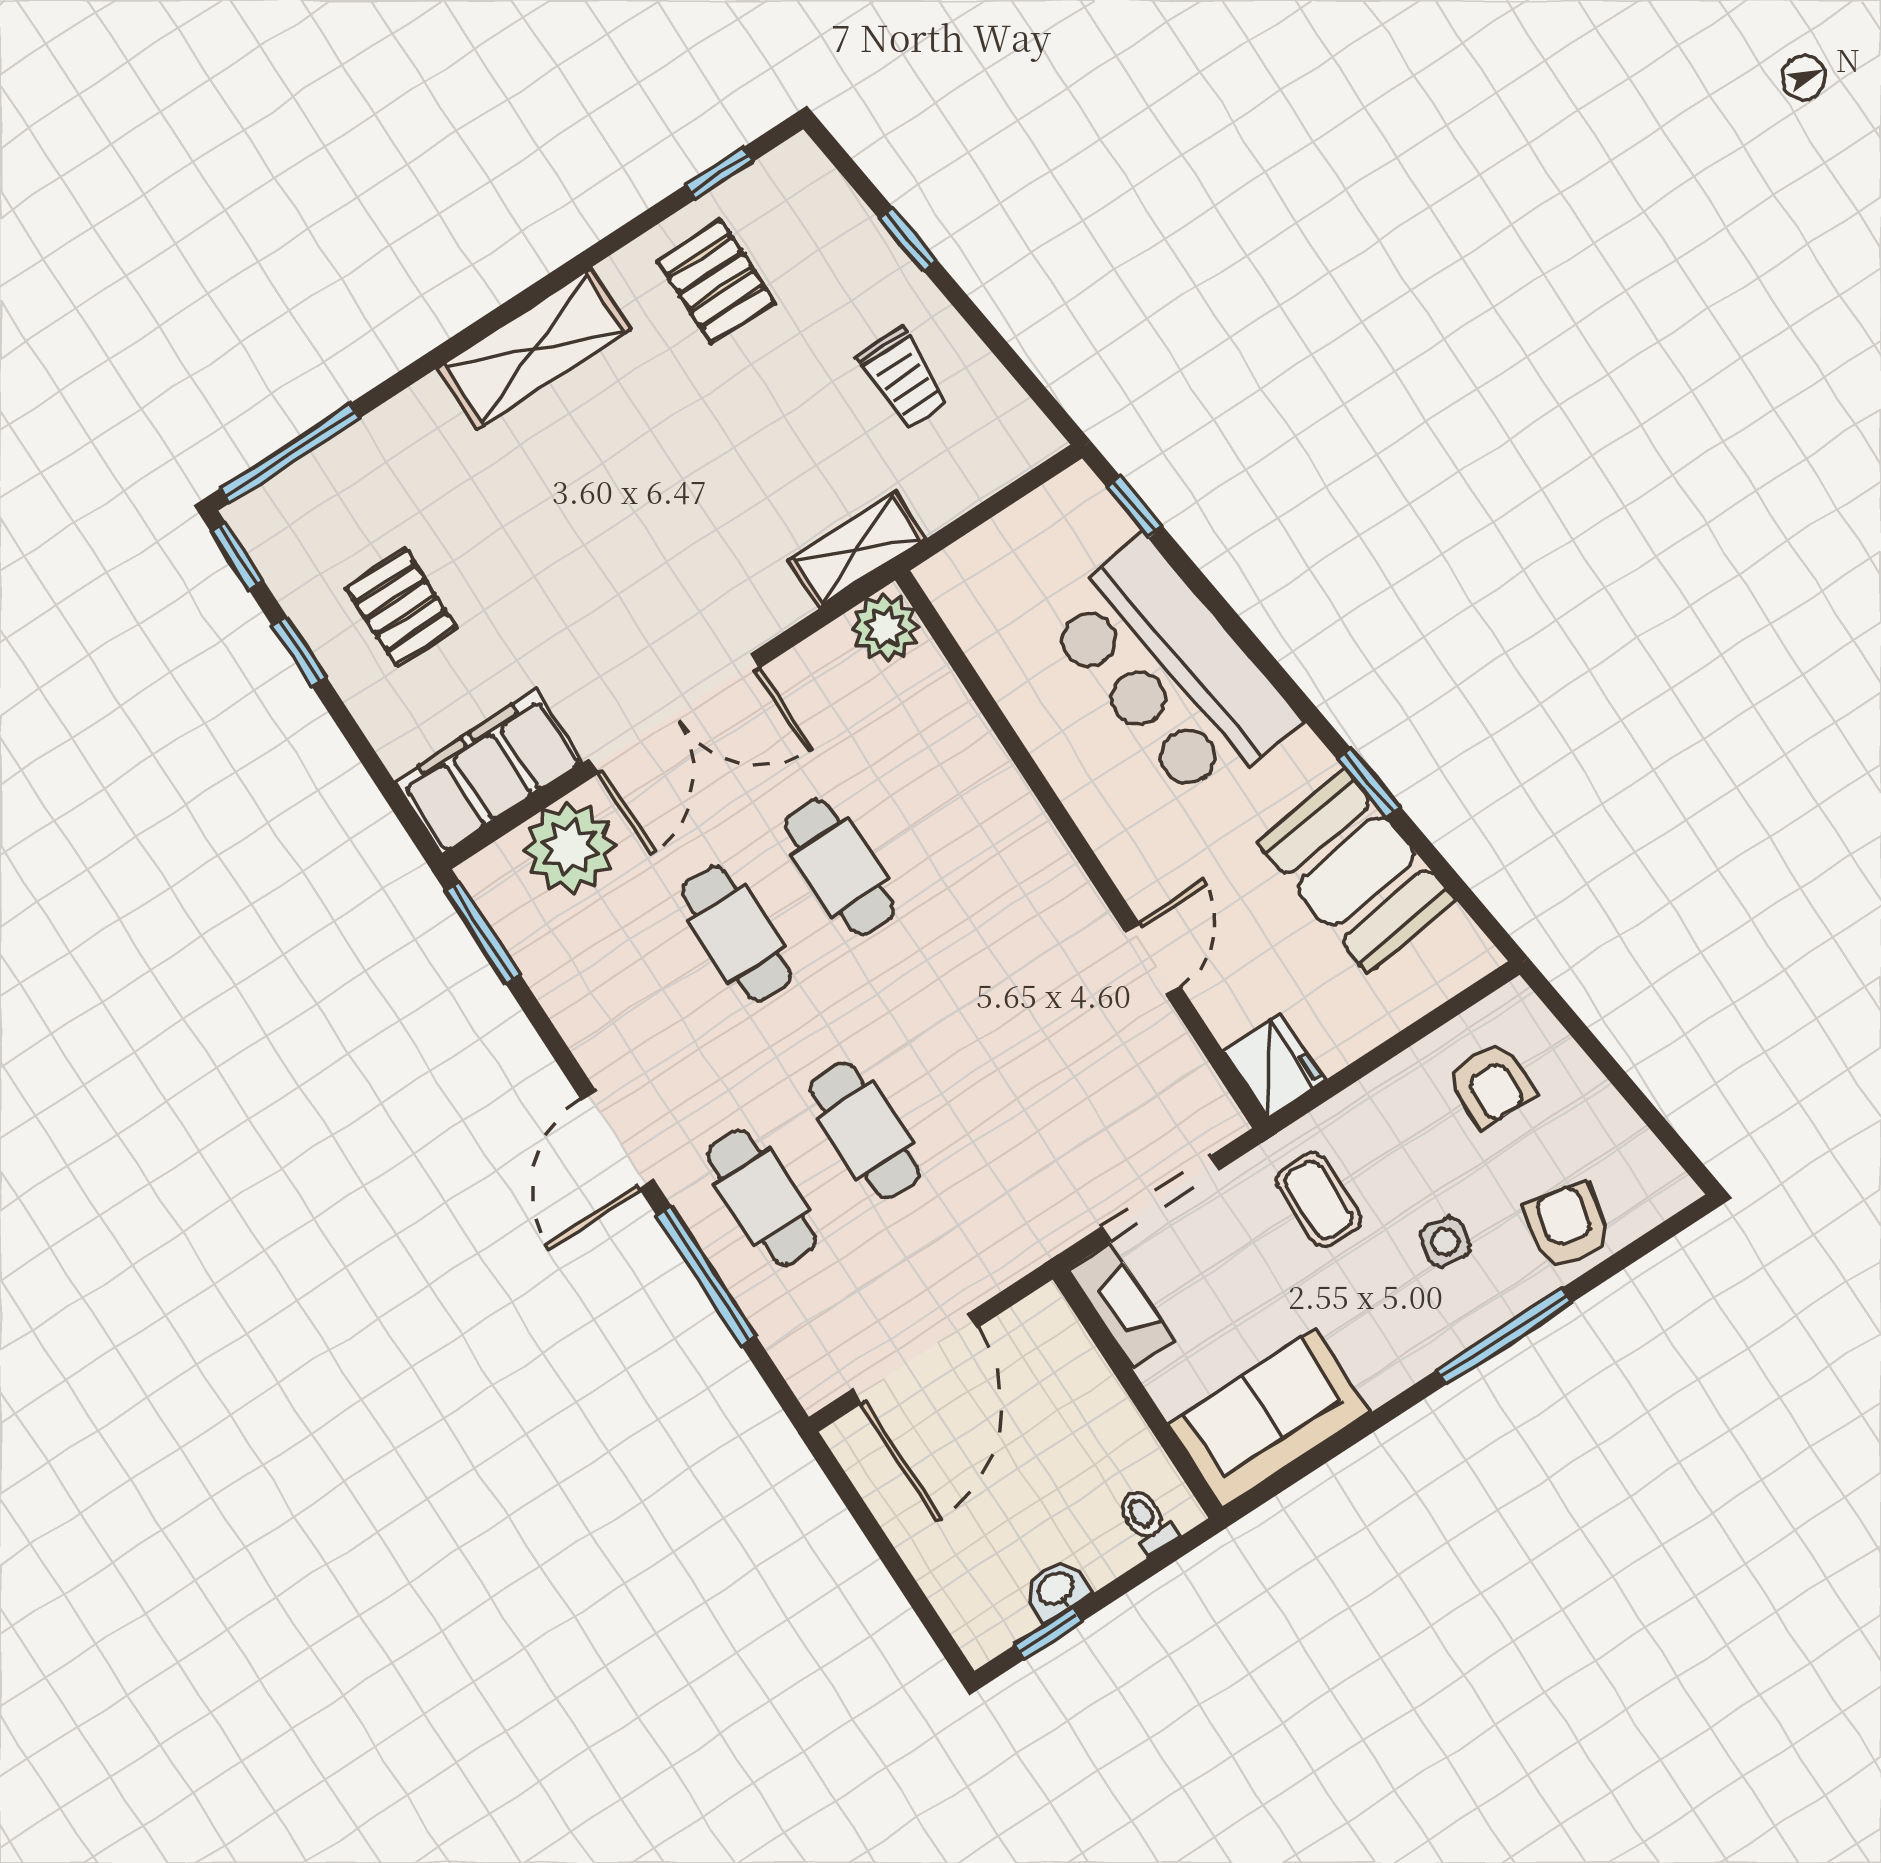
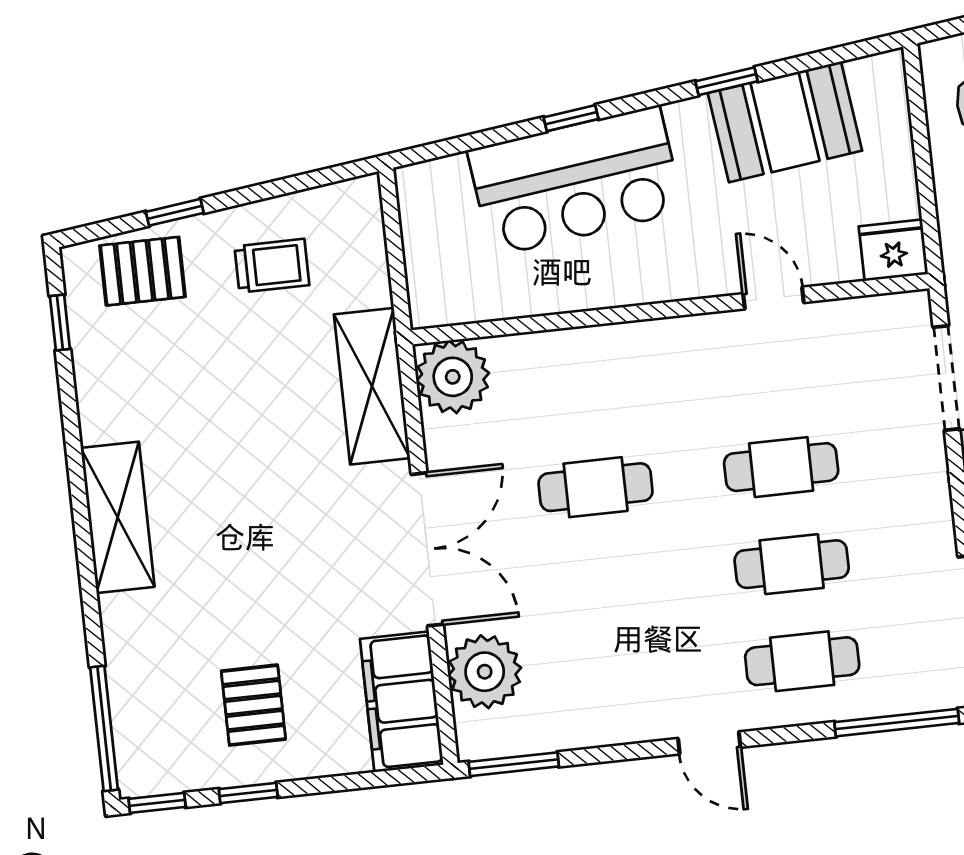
pallet: (716, 281) -> (143, 271), moved
window: (1135, 507) -> (571, 118), moved
shelving: (857, 550) -> (372, 386), width x1.50, depth x1.33
pallet: (401, 608) -> (253, 705), turned 90
plant: (885, 627) -> (453, 377), width x1.36, depth x1.36
cafe table: (737, 934) -> (781, 467), moved
door: (618, 1140) -> (709, 743), width x0.73
window: (706, 1276) -> (897, 723), moved

